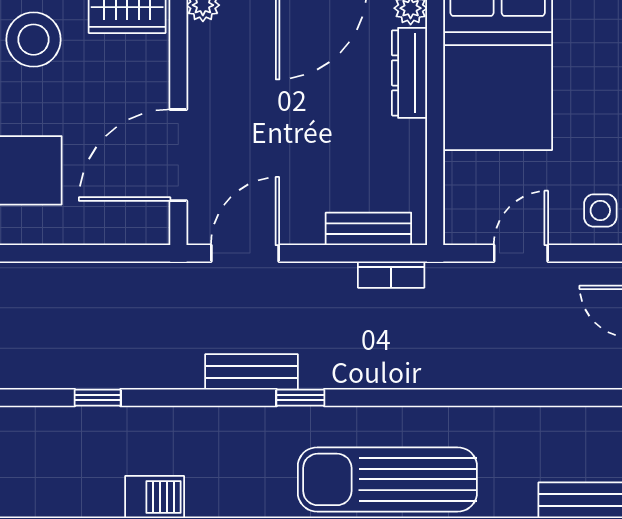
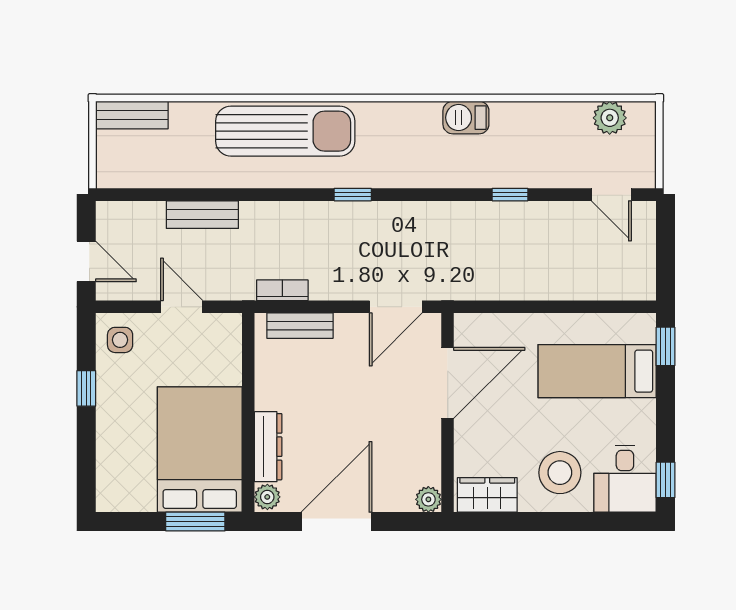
door: (521, 253) -> (182, 307), swing flipped
bench: (252, 372) -> (202, 215), moved

